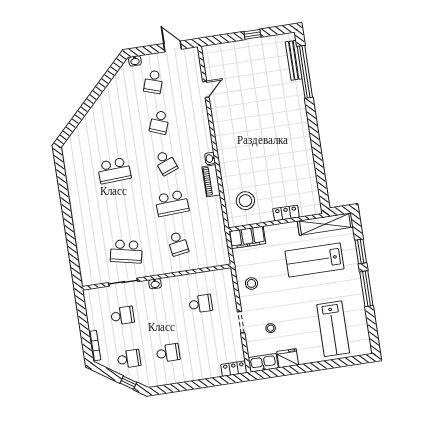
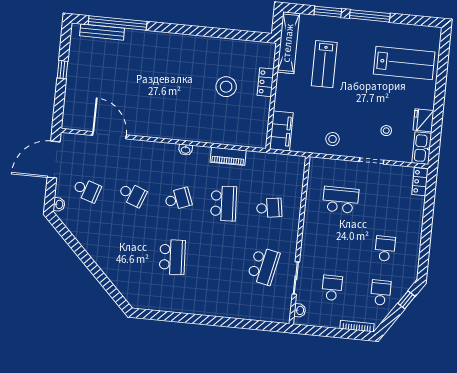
door: (173, 46) -> (54, 160), width x1.87
door: (206, 89) -> (109, 135), width x1.88
piano: (211, 181) -> (228, 156), moved
stool: (245, 201) -> (226, 87), moved
lab bench: (315, 260) -> (324, 64), width x0.73, depth x0.72
washbasin: (155, 284) -> (300, 310), moved
school desk: (201, 304) -> (341, 200), width x1.85

